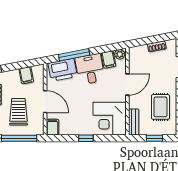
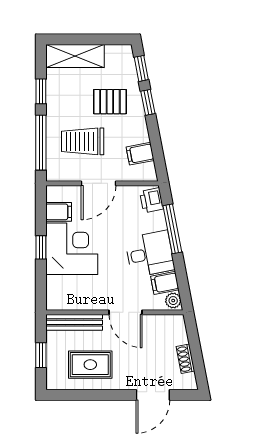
printer: (63, 70) -> (151, 200), width x0.53, depth x0.68
trolley: (18, 112) -> (83, 141), turned 180
corner desk: (110, 119) -> (72, 249), moved, turned 90
bench: (134, 122) -> (74, 322), width x1.36
filing cabinet: (52, 127) -> (59, 212), moved

